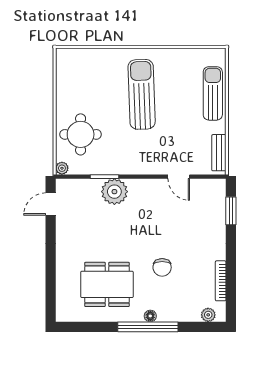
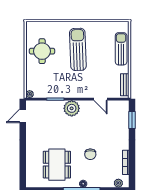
round table: (81, 134) -> (42, 51), moved
plant: (114, 192) -> (72, 108), moved
dining table: (107, 284) -> (57, 165), turned 90

